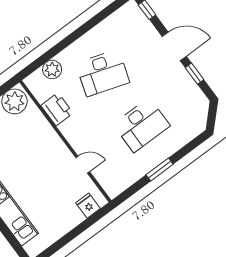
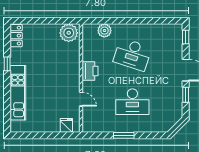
printer: (57, 109) -> (90, 71), moved

